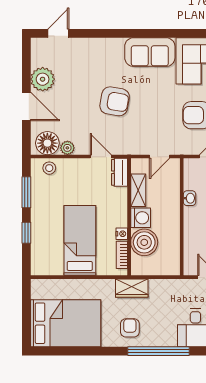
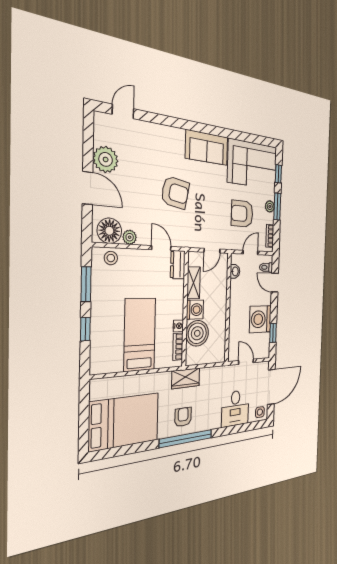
washbasin: (190, 198) -> (235, 271), moved
window: (159, 351) -> (186, 439), moved

